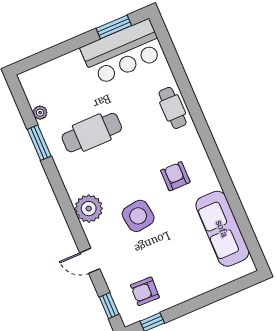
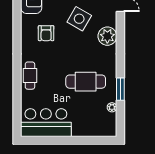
window: (114, 27) -> (45, 140), removed
side table: (138, 216) -> (79, 19), turned 38

